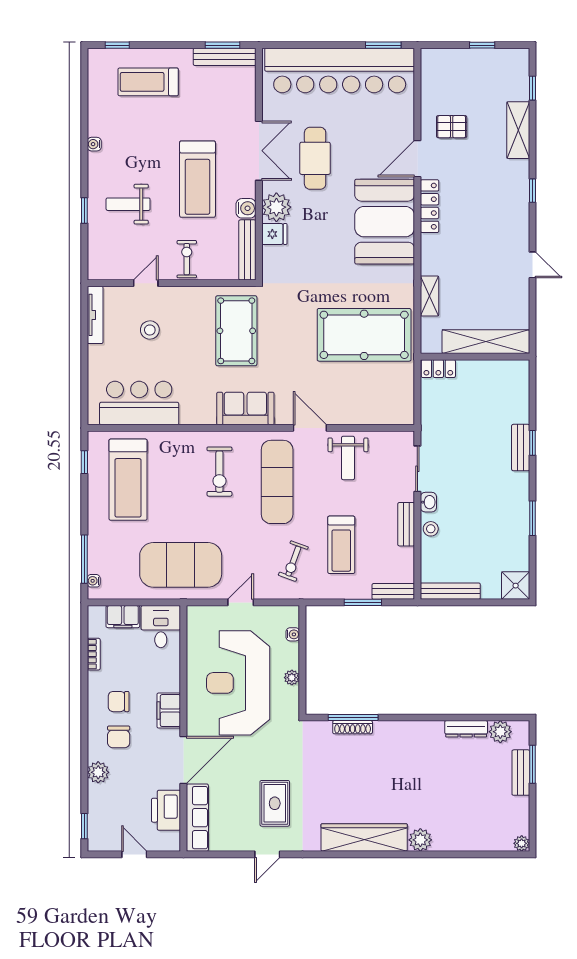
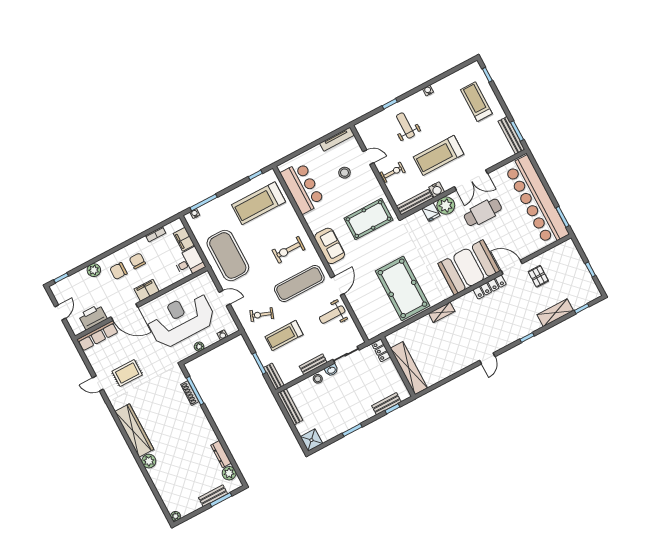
shelving: (486, 342) -> (409, 368), moved
wall: (475, 357) -> (398, 367), moved
locker: (438, 369) -> (381, 350), moved

